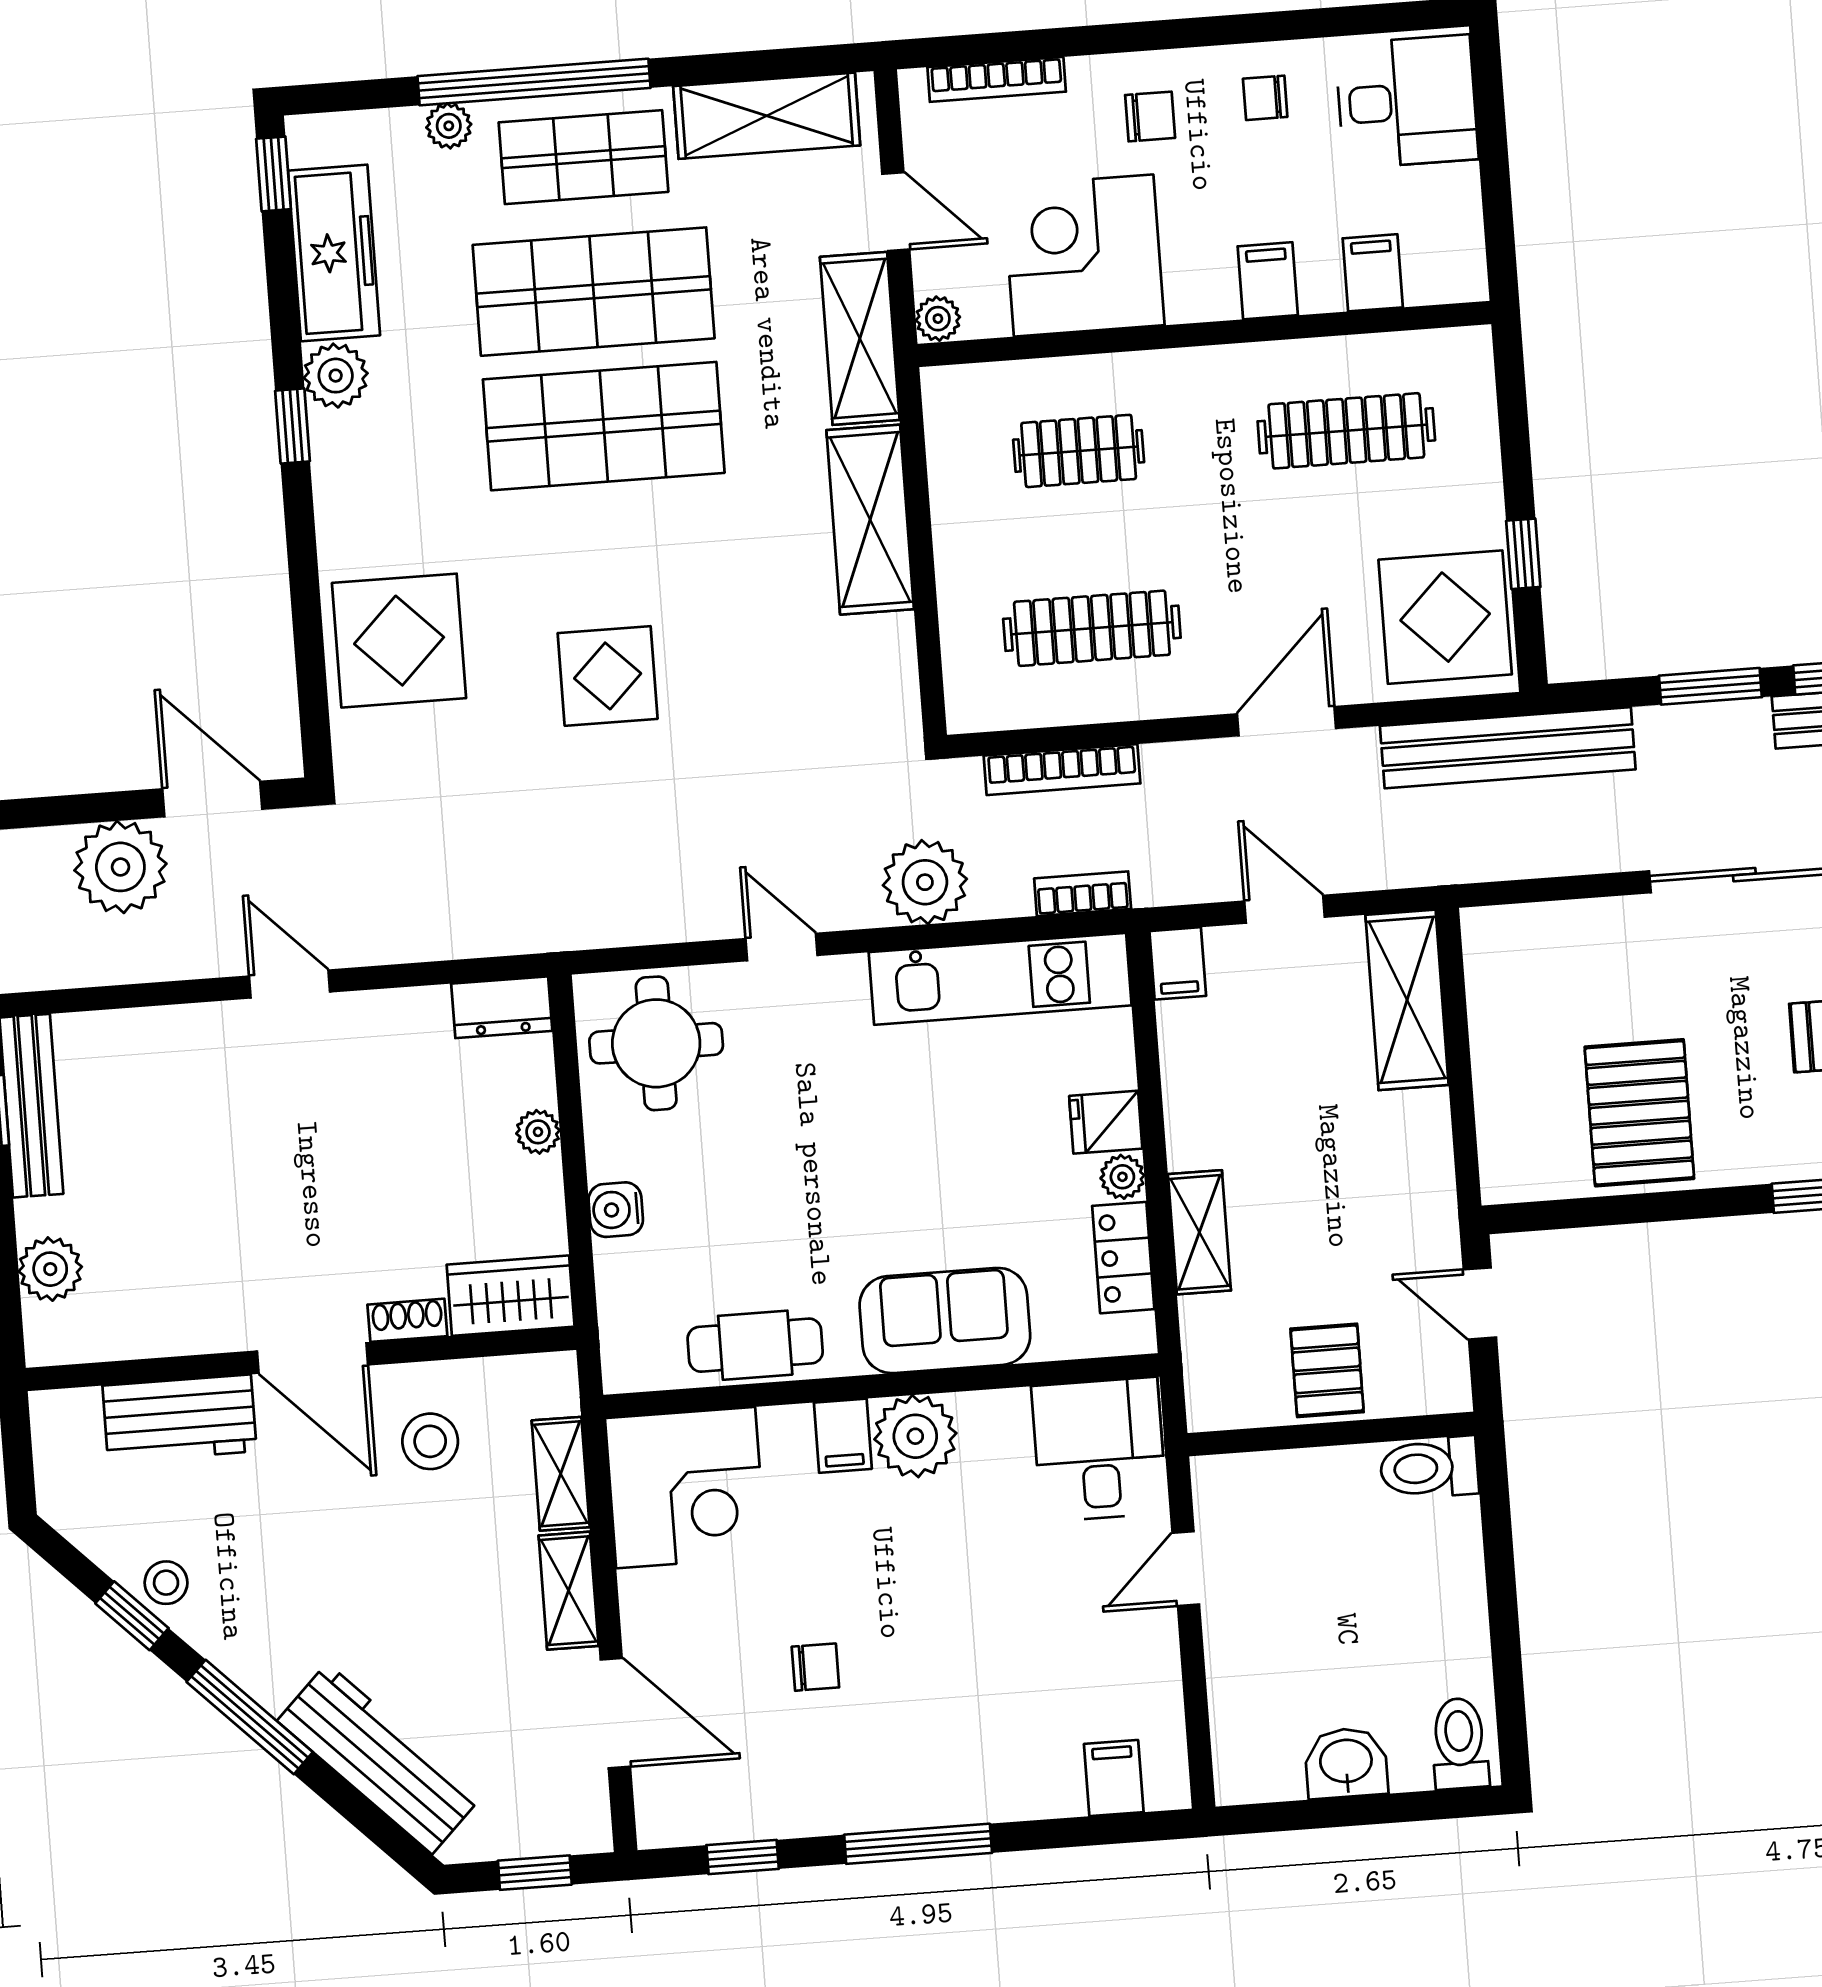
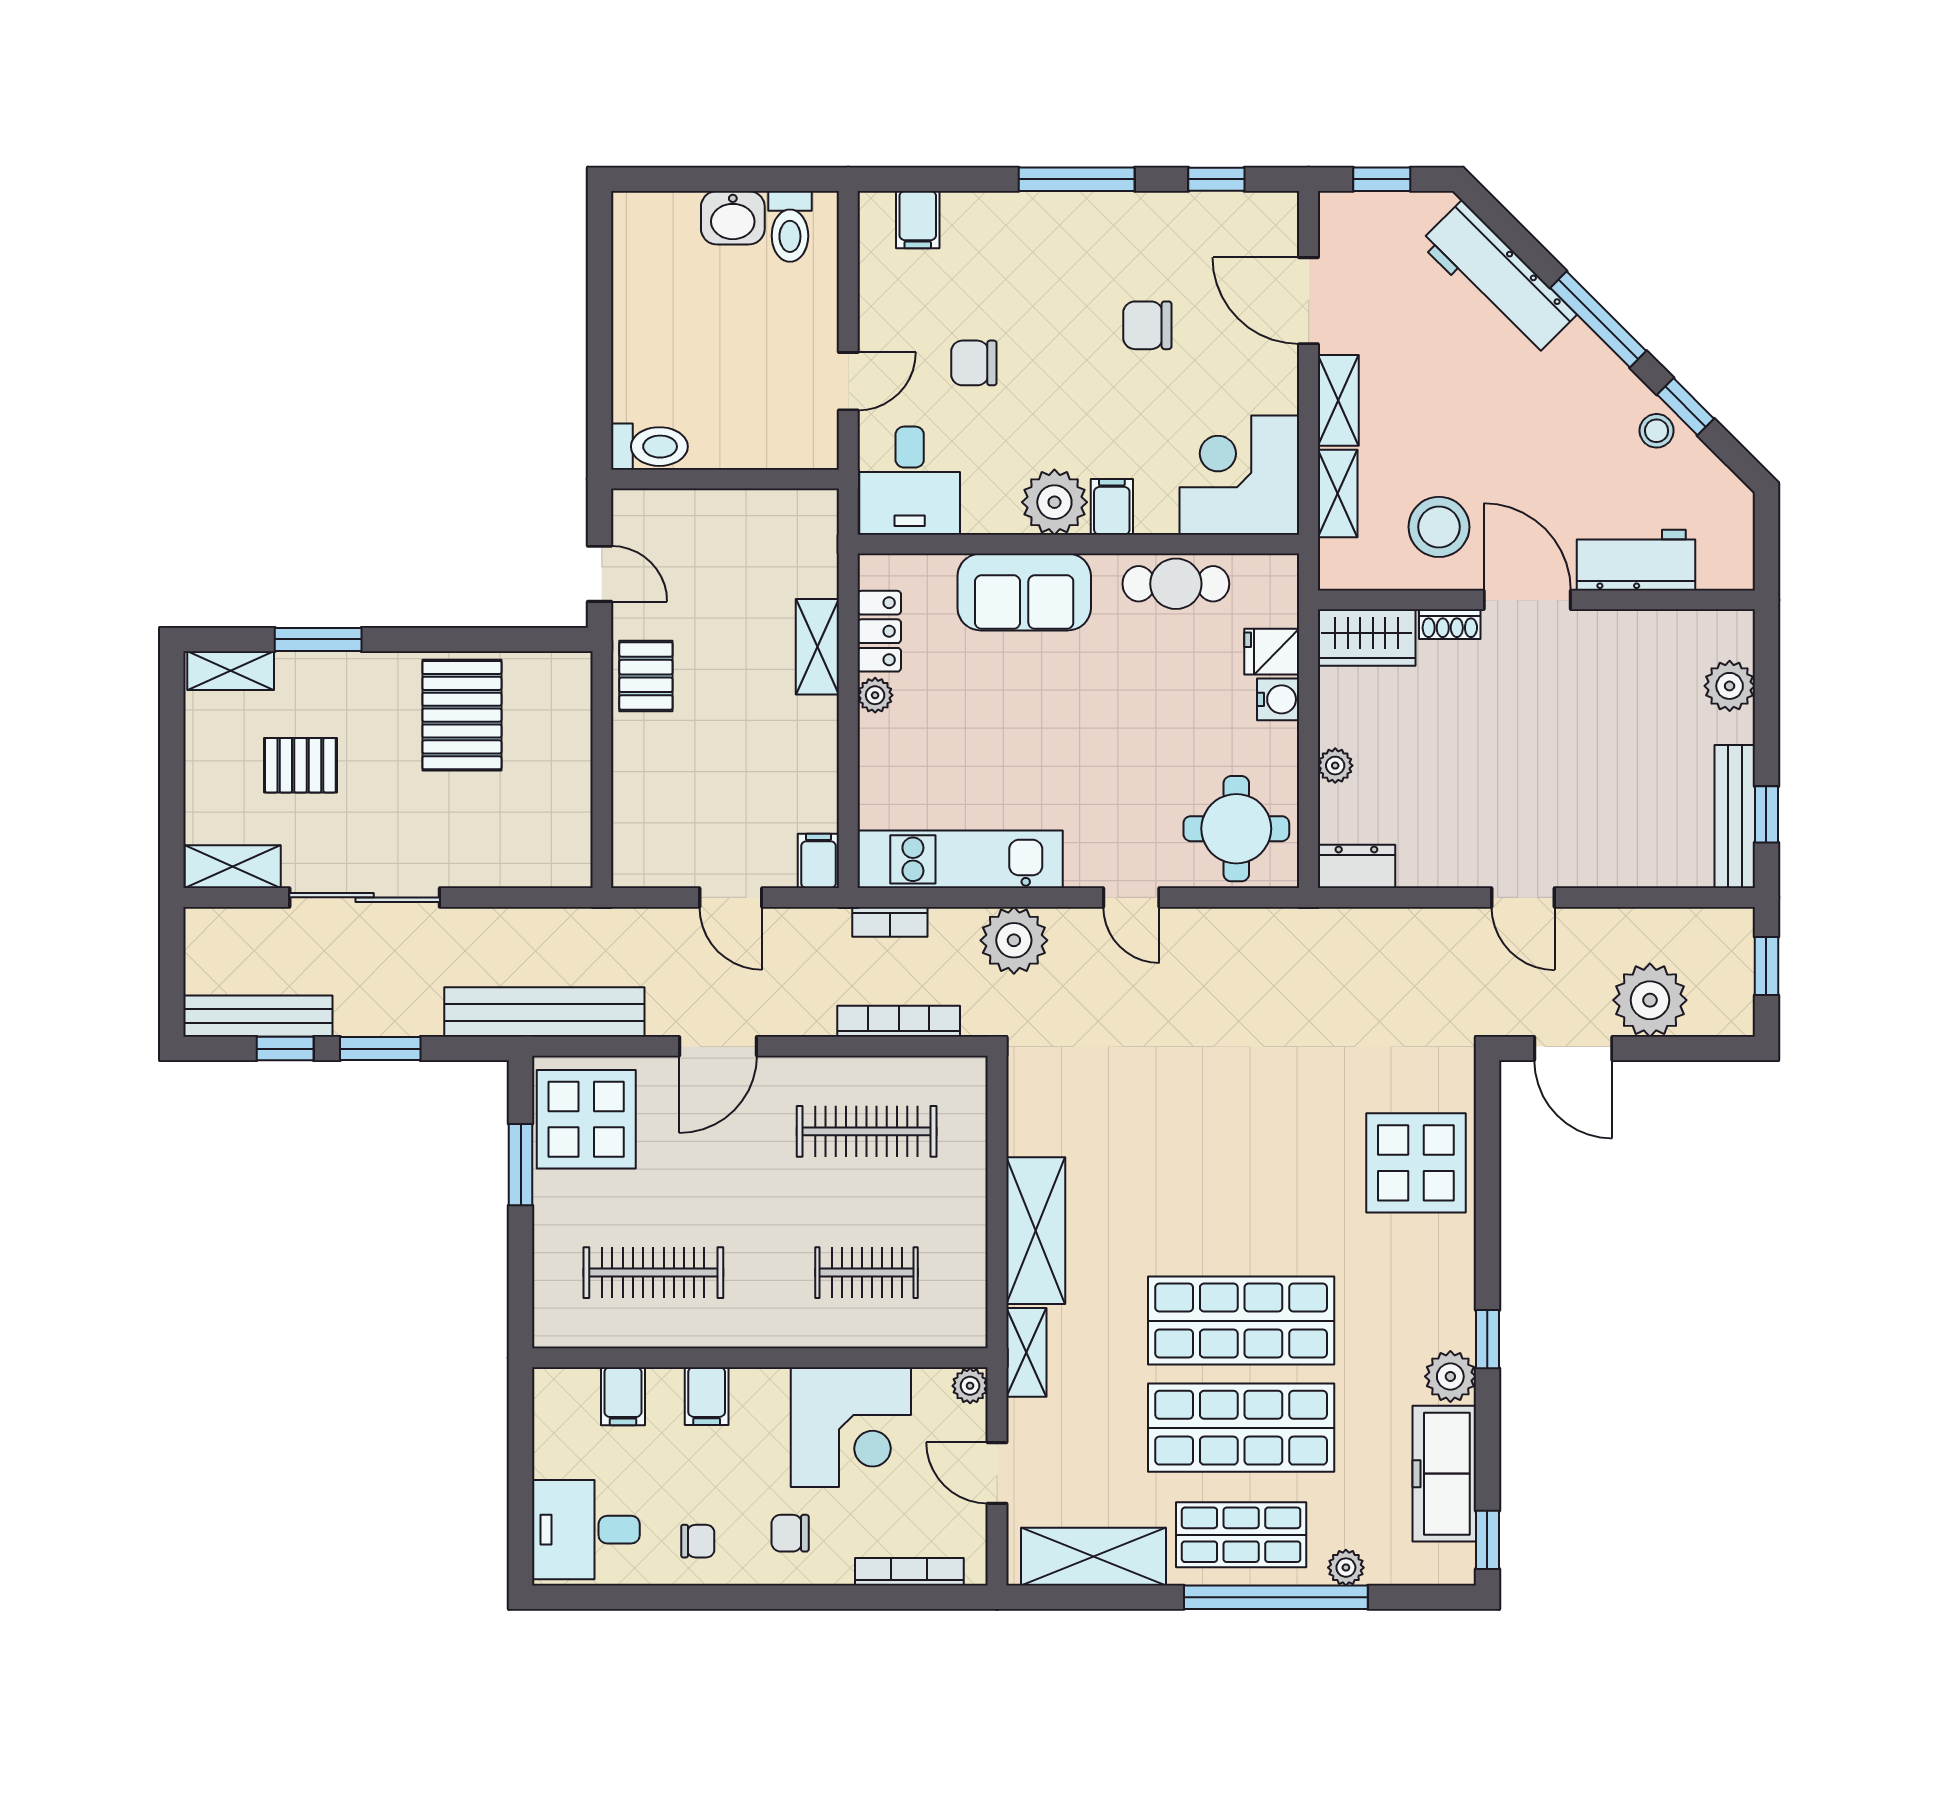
shelving: (860, 338) -> (1026, 1352), width x0.67, depth x0.75
window: (1523, 554) -> (521, 1165), width x1.50
display table: (608, 676) -> (1253, 1122), removed
shelving: (1407, 1000) -> (639, 818), removed
fridge: (1106, 1122) -> (1272, 652), moved, turned 180
pallet: (1327, 1370) -> (646, 676), moved
stool: (430, 1441) -> (1439, 527), width x1.38, depth x1.38
chair: (1030, 1603) -> (974, 363), added
chair: (815, 1667) -> (1147, 325), width x1.37, depth x1.37
toilet: (1460, 1743) -> (790, 226), moved

